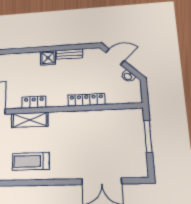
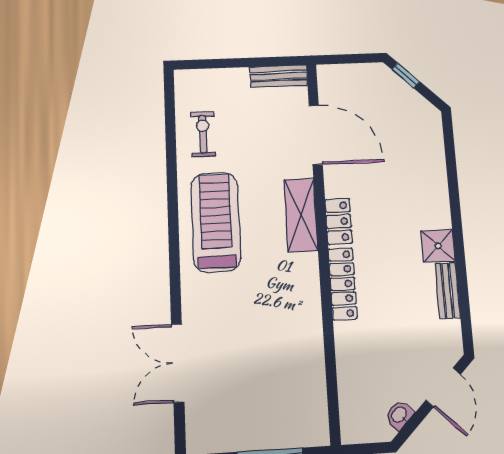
locker: (86, 100) -> (343, 284), moved
treadmill: (31, 161) -> (216, 222), width x1.37, depth x1.38

